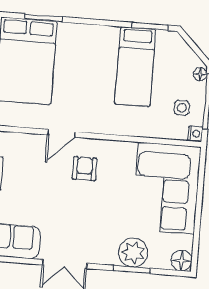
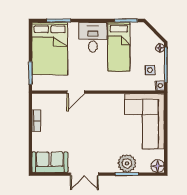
desk: (95, 48) -> (93, 37), added
armchair: (85, 169) -> (92, 113), removed

